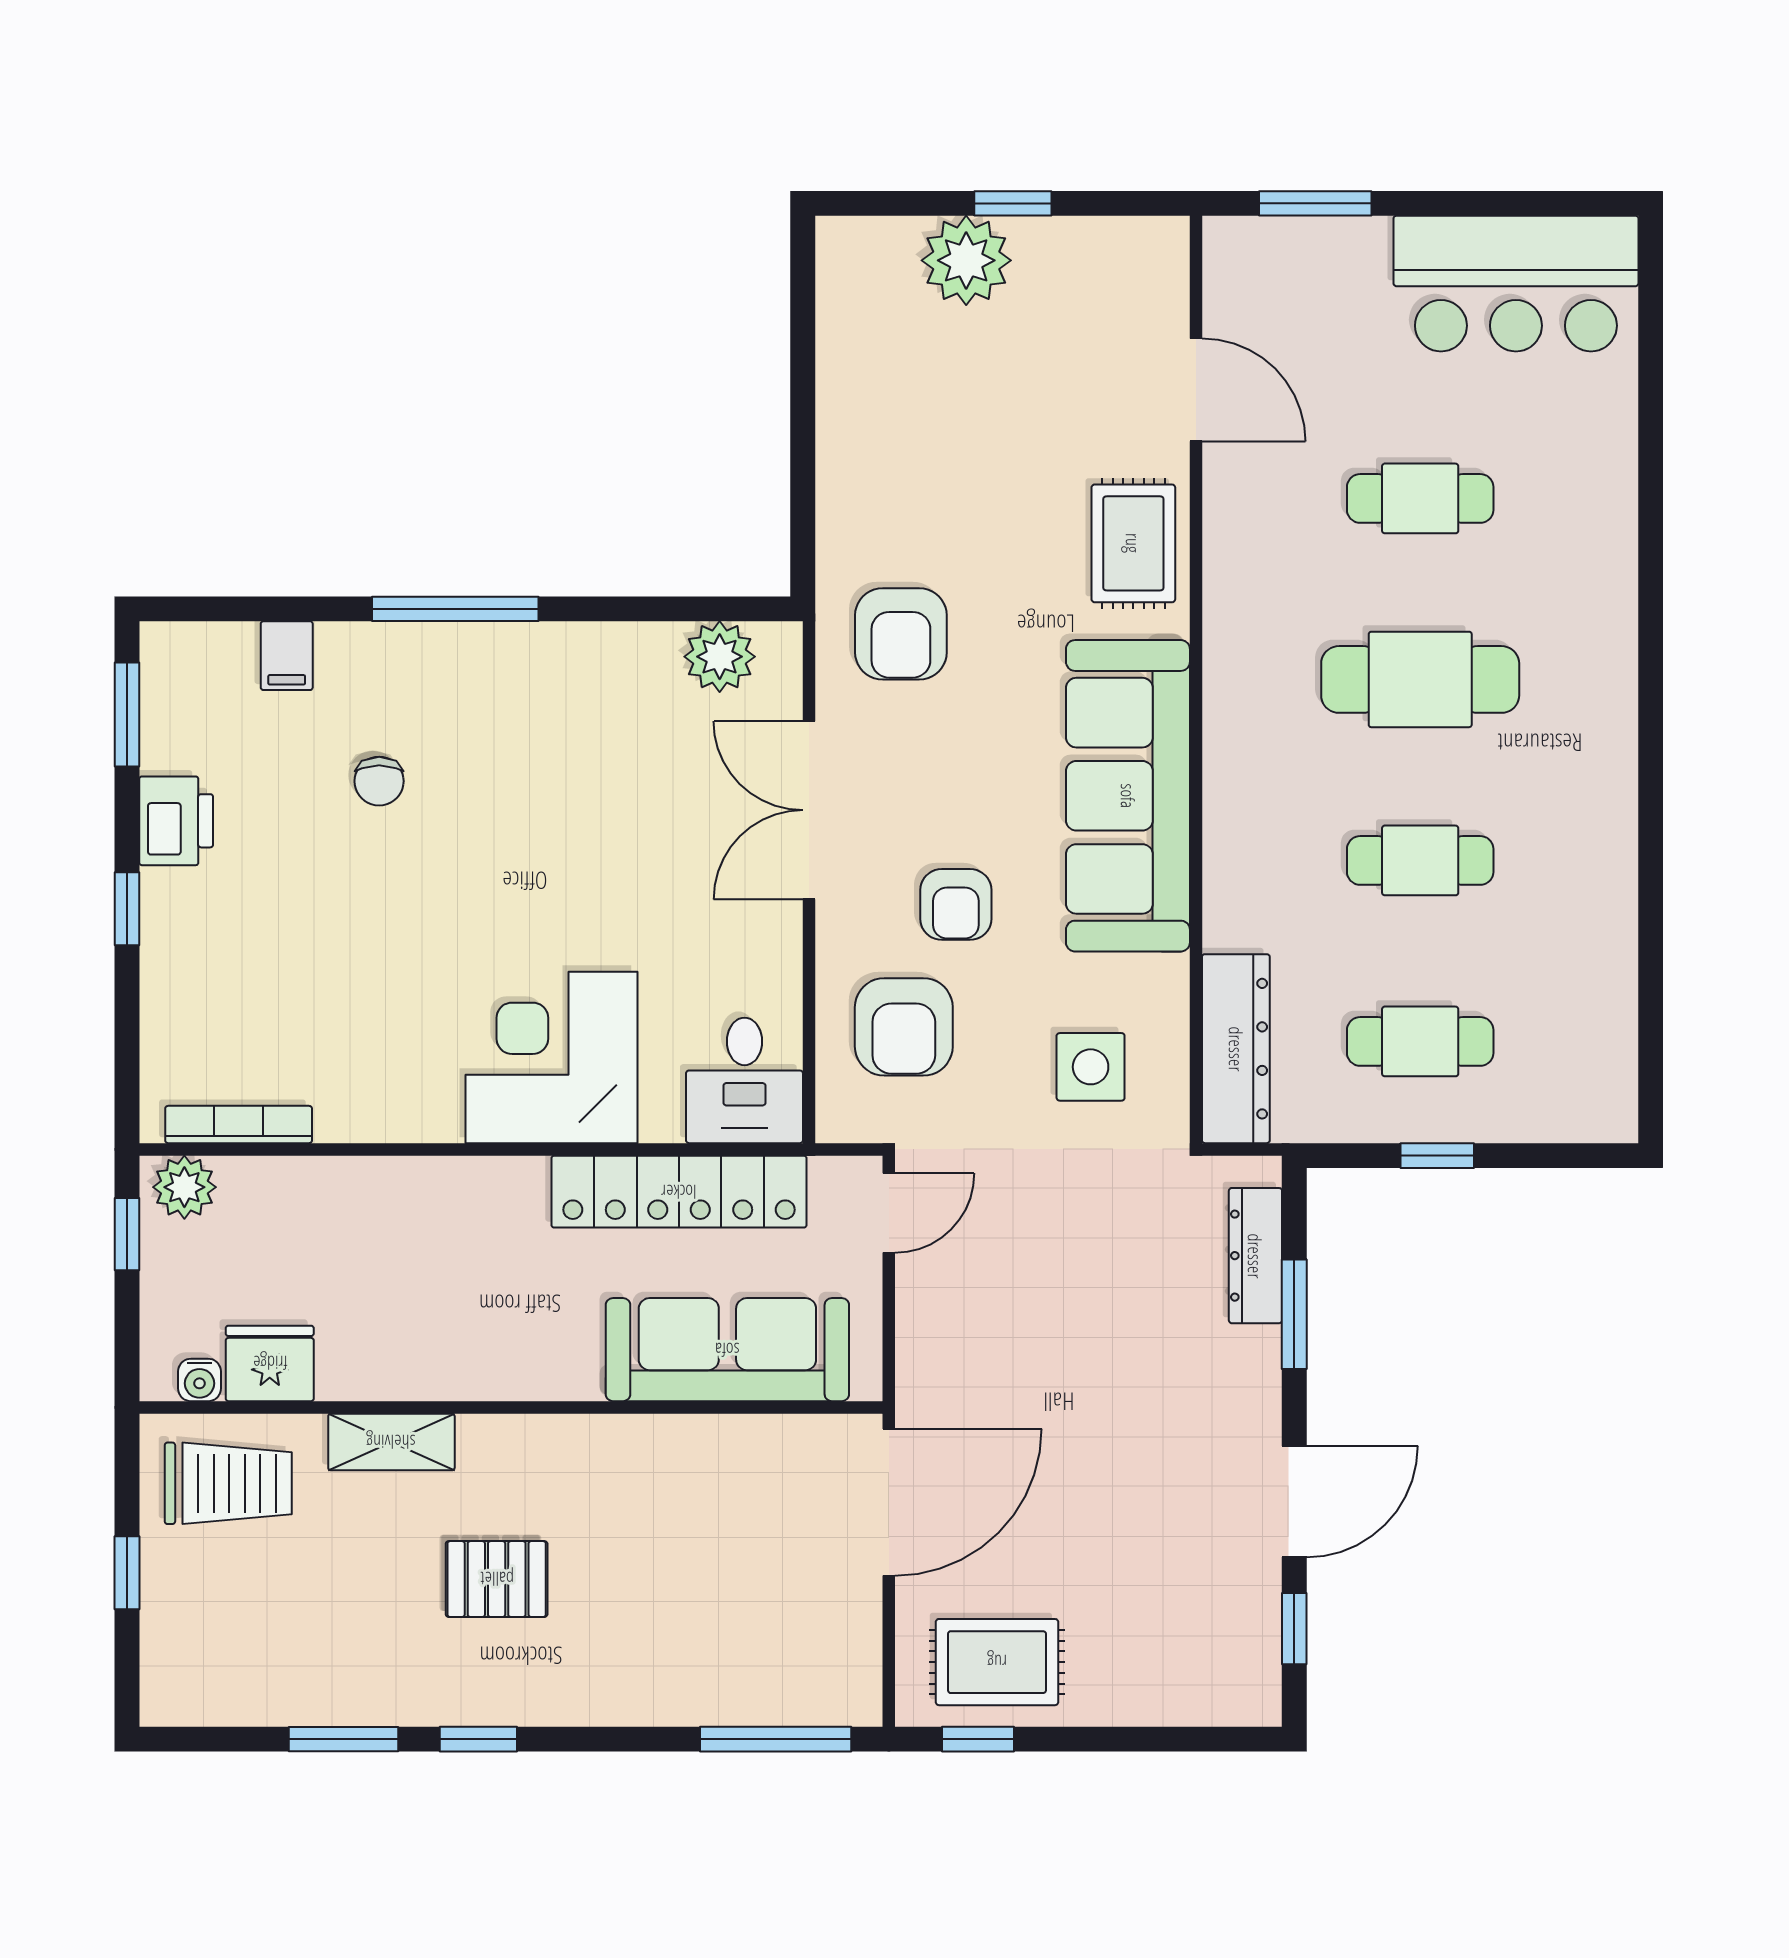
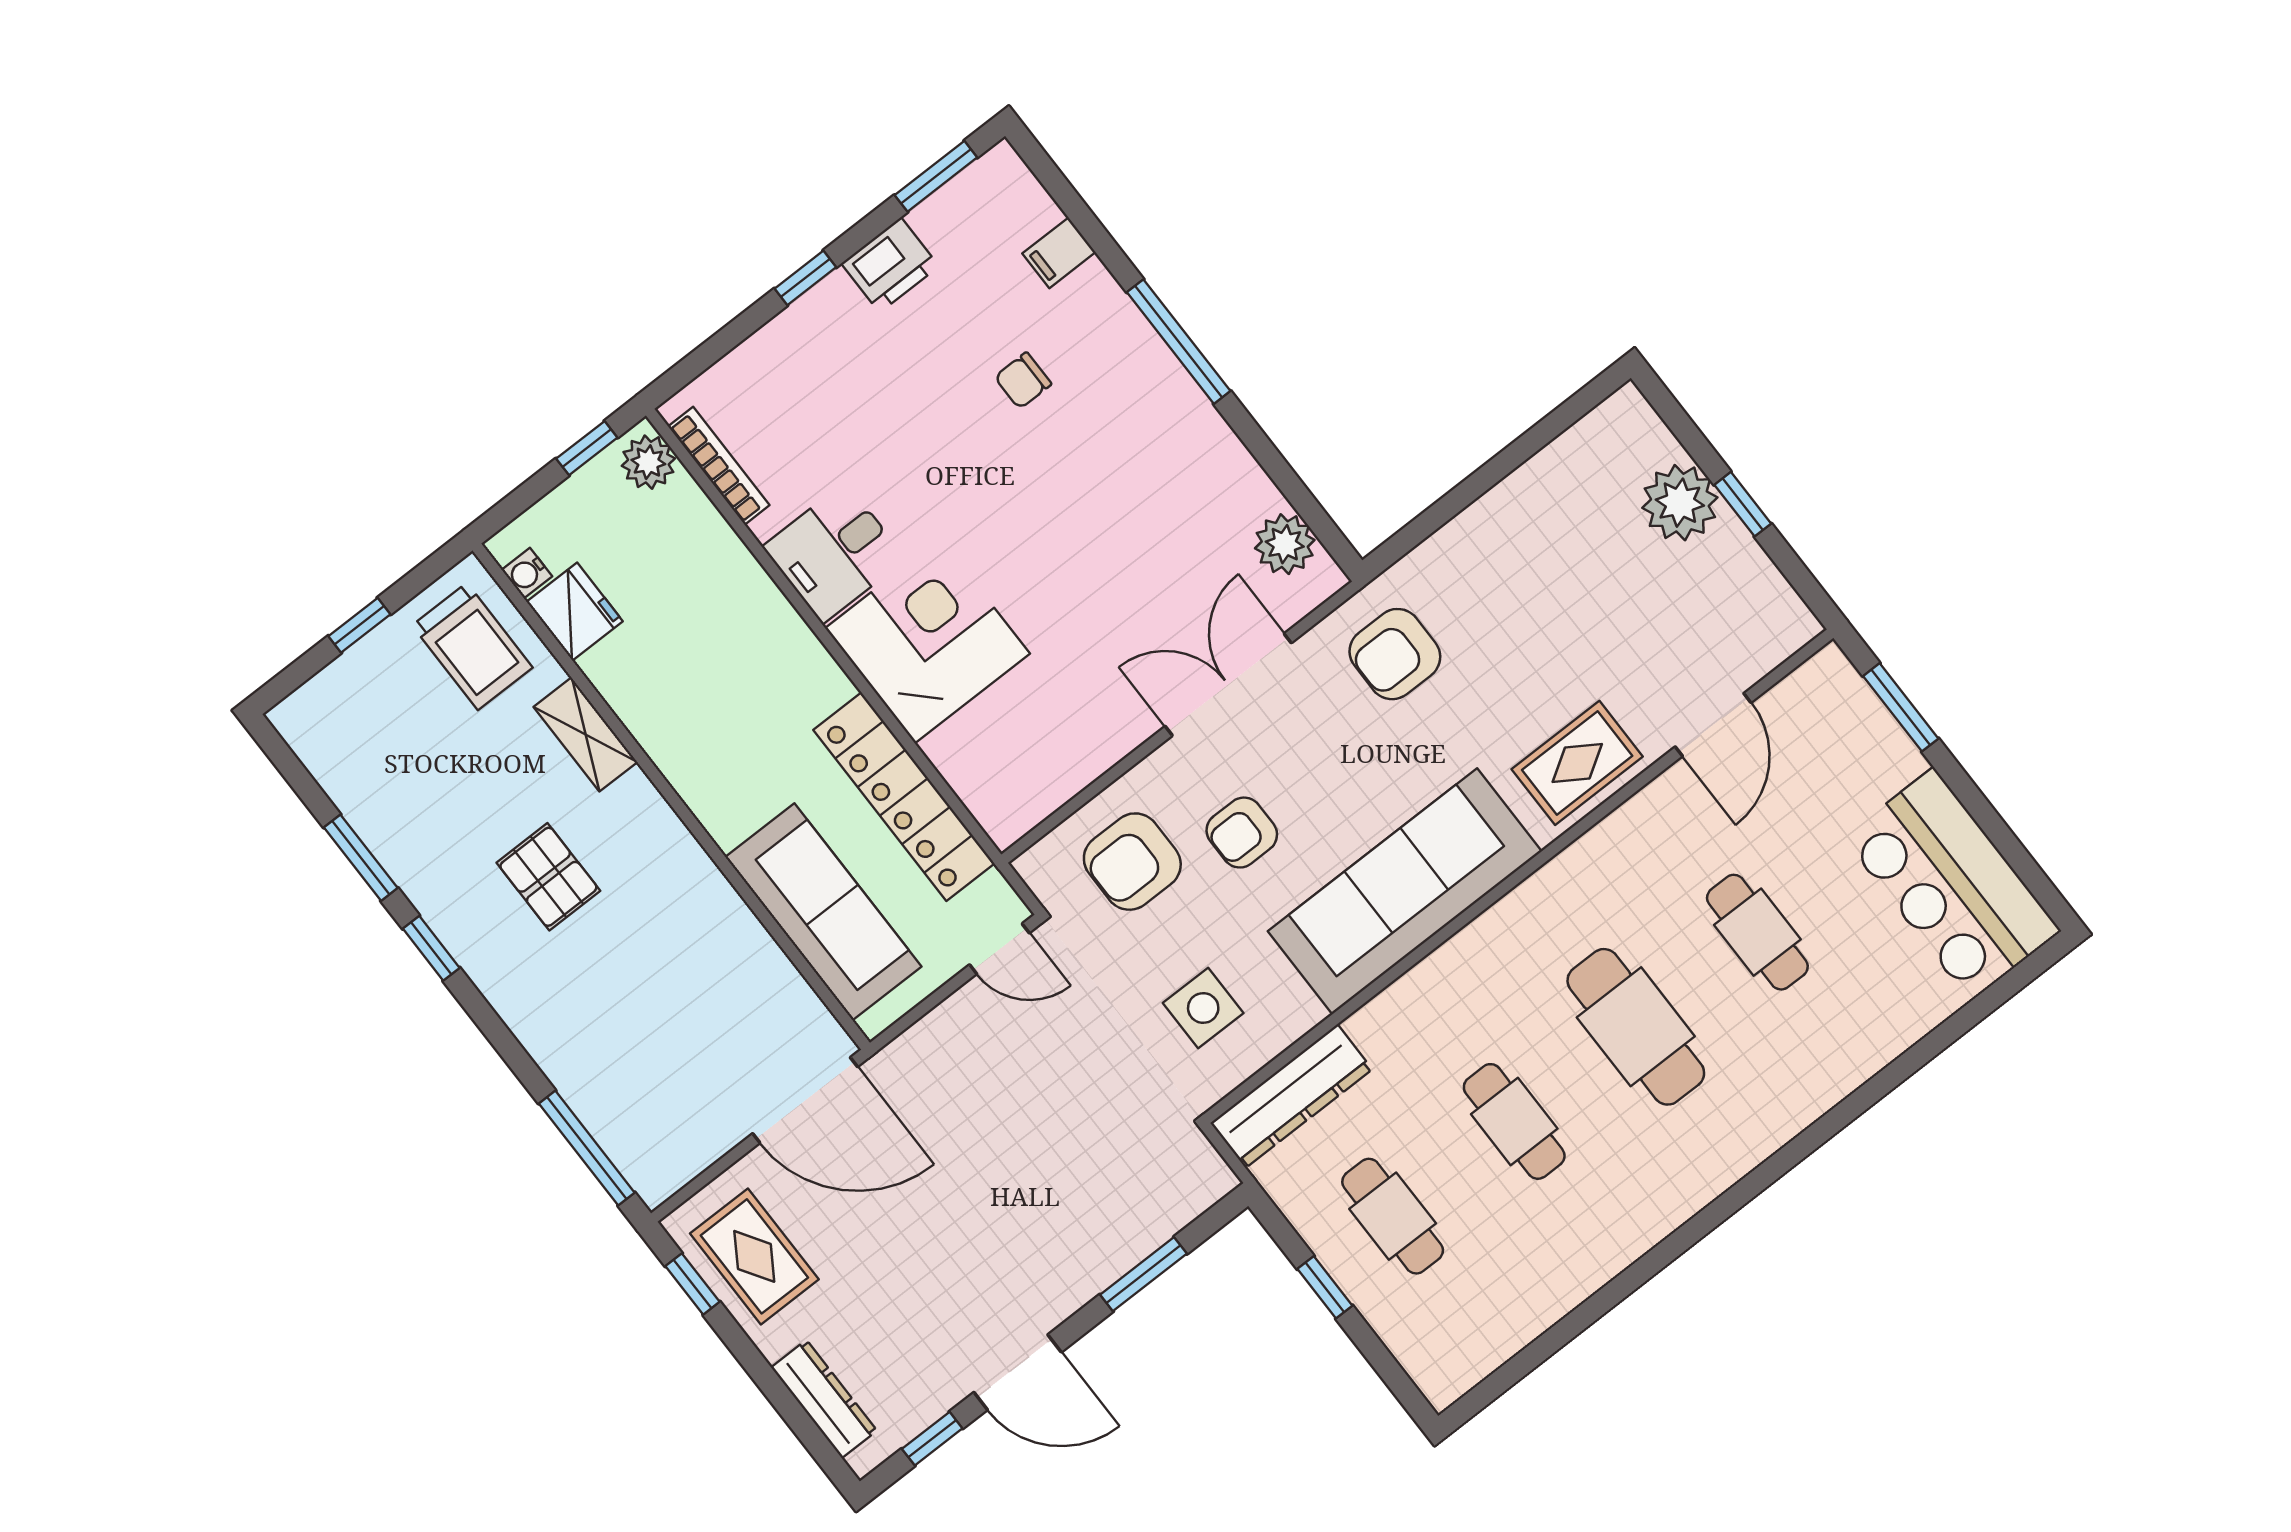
desk: (744, 1080) -> (834, 553), moved
dresser: (1255, 1256) -> (824, 1399), moved, turned 90

